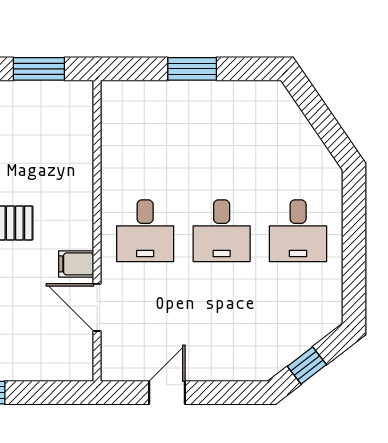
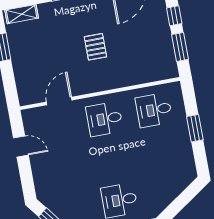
desk: (222, 231) -> (154, 110), moved
filing cabinet: (76, 264) -> (80, 86), removed

